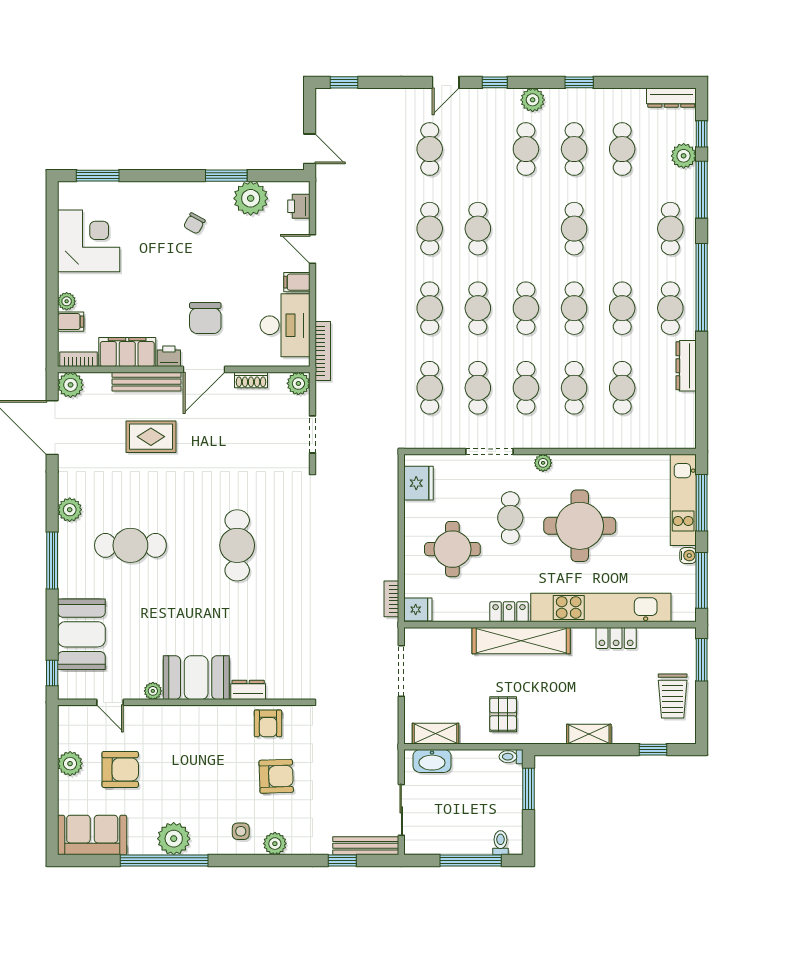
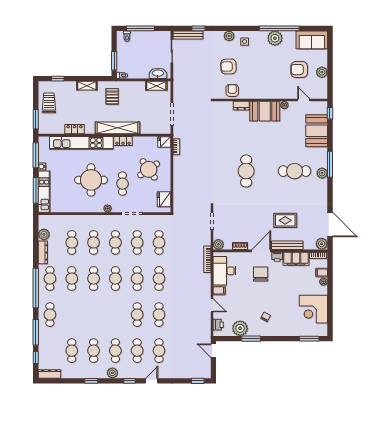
plant: (684, 156) -> (44, 234), moved
cafe table: (574, 229) -> (137, 351), moved
plant: (70, 510) -> (322, 173), moved
round table: (452, 549) -> (149, 169), turned -35
pallet: (503, 714) -> (112, 96), moved

